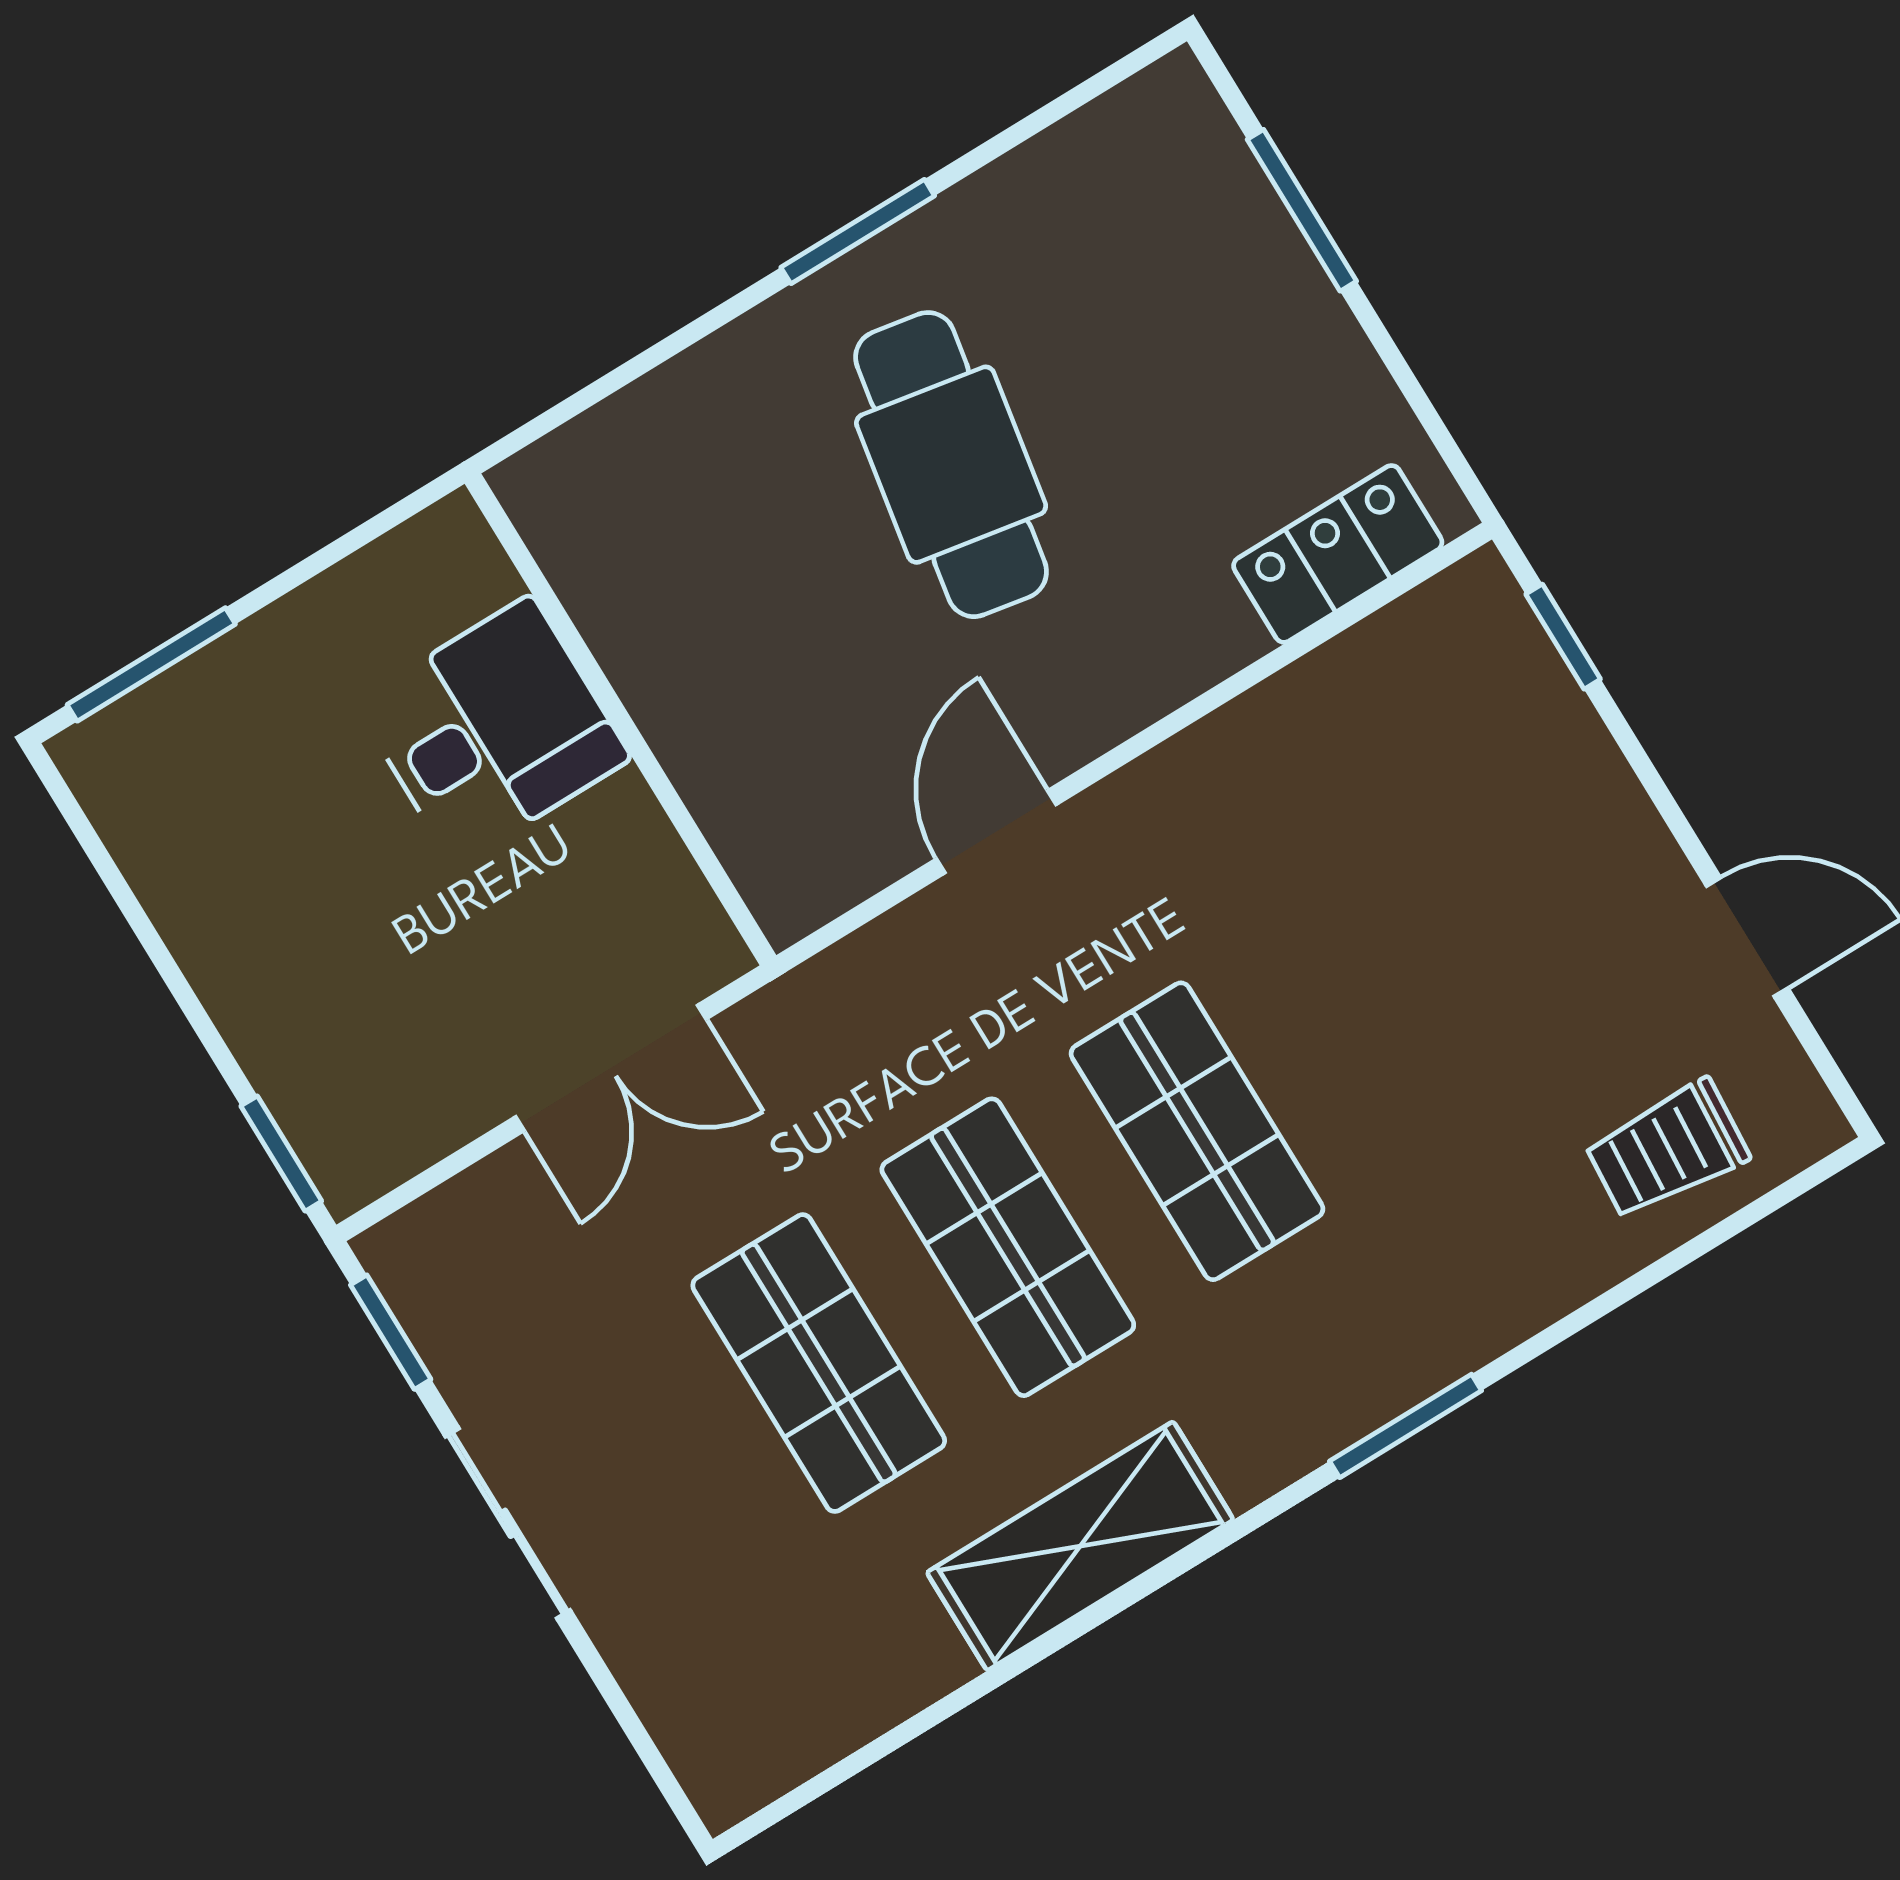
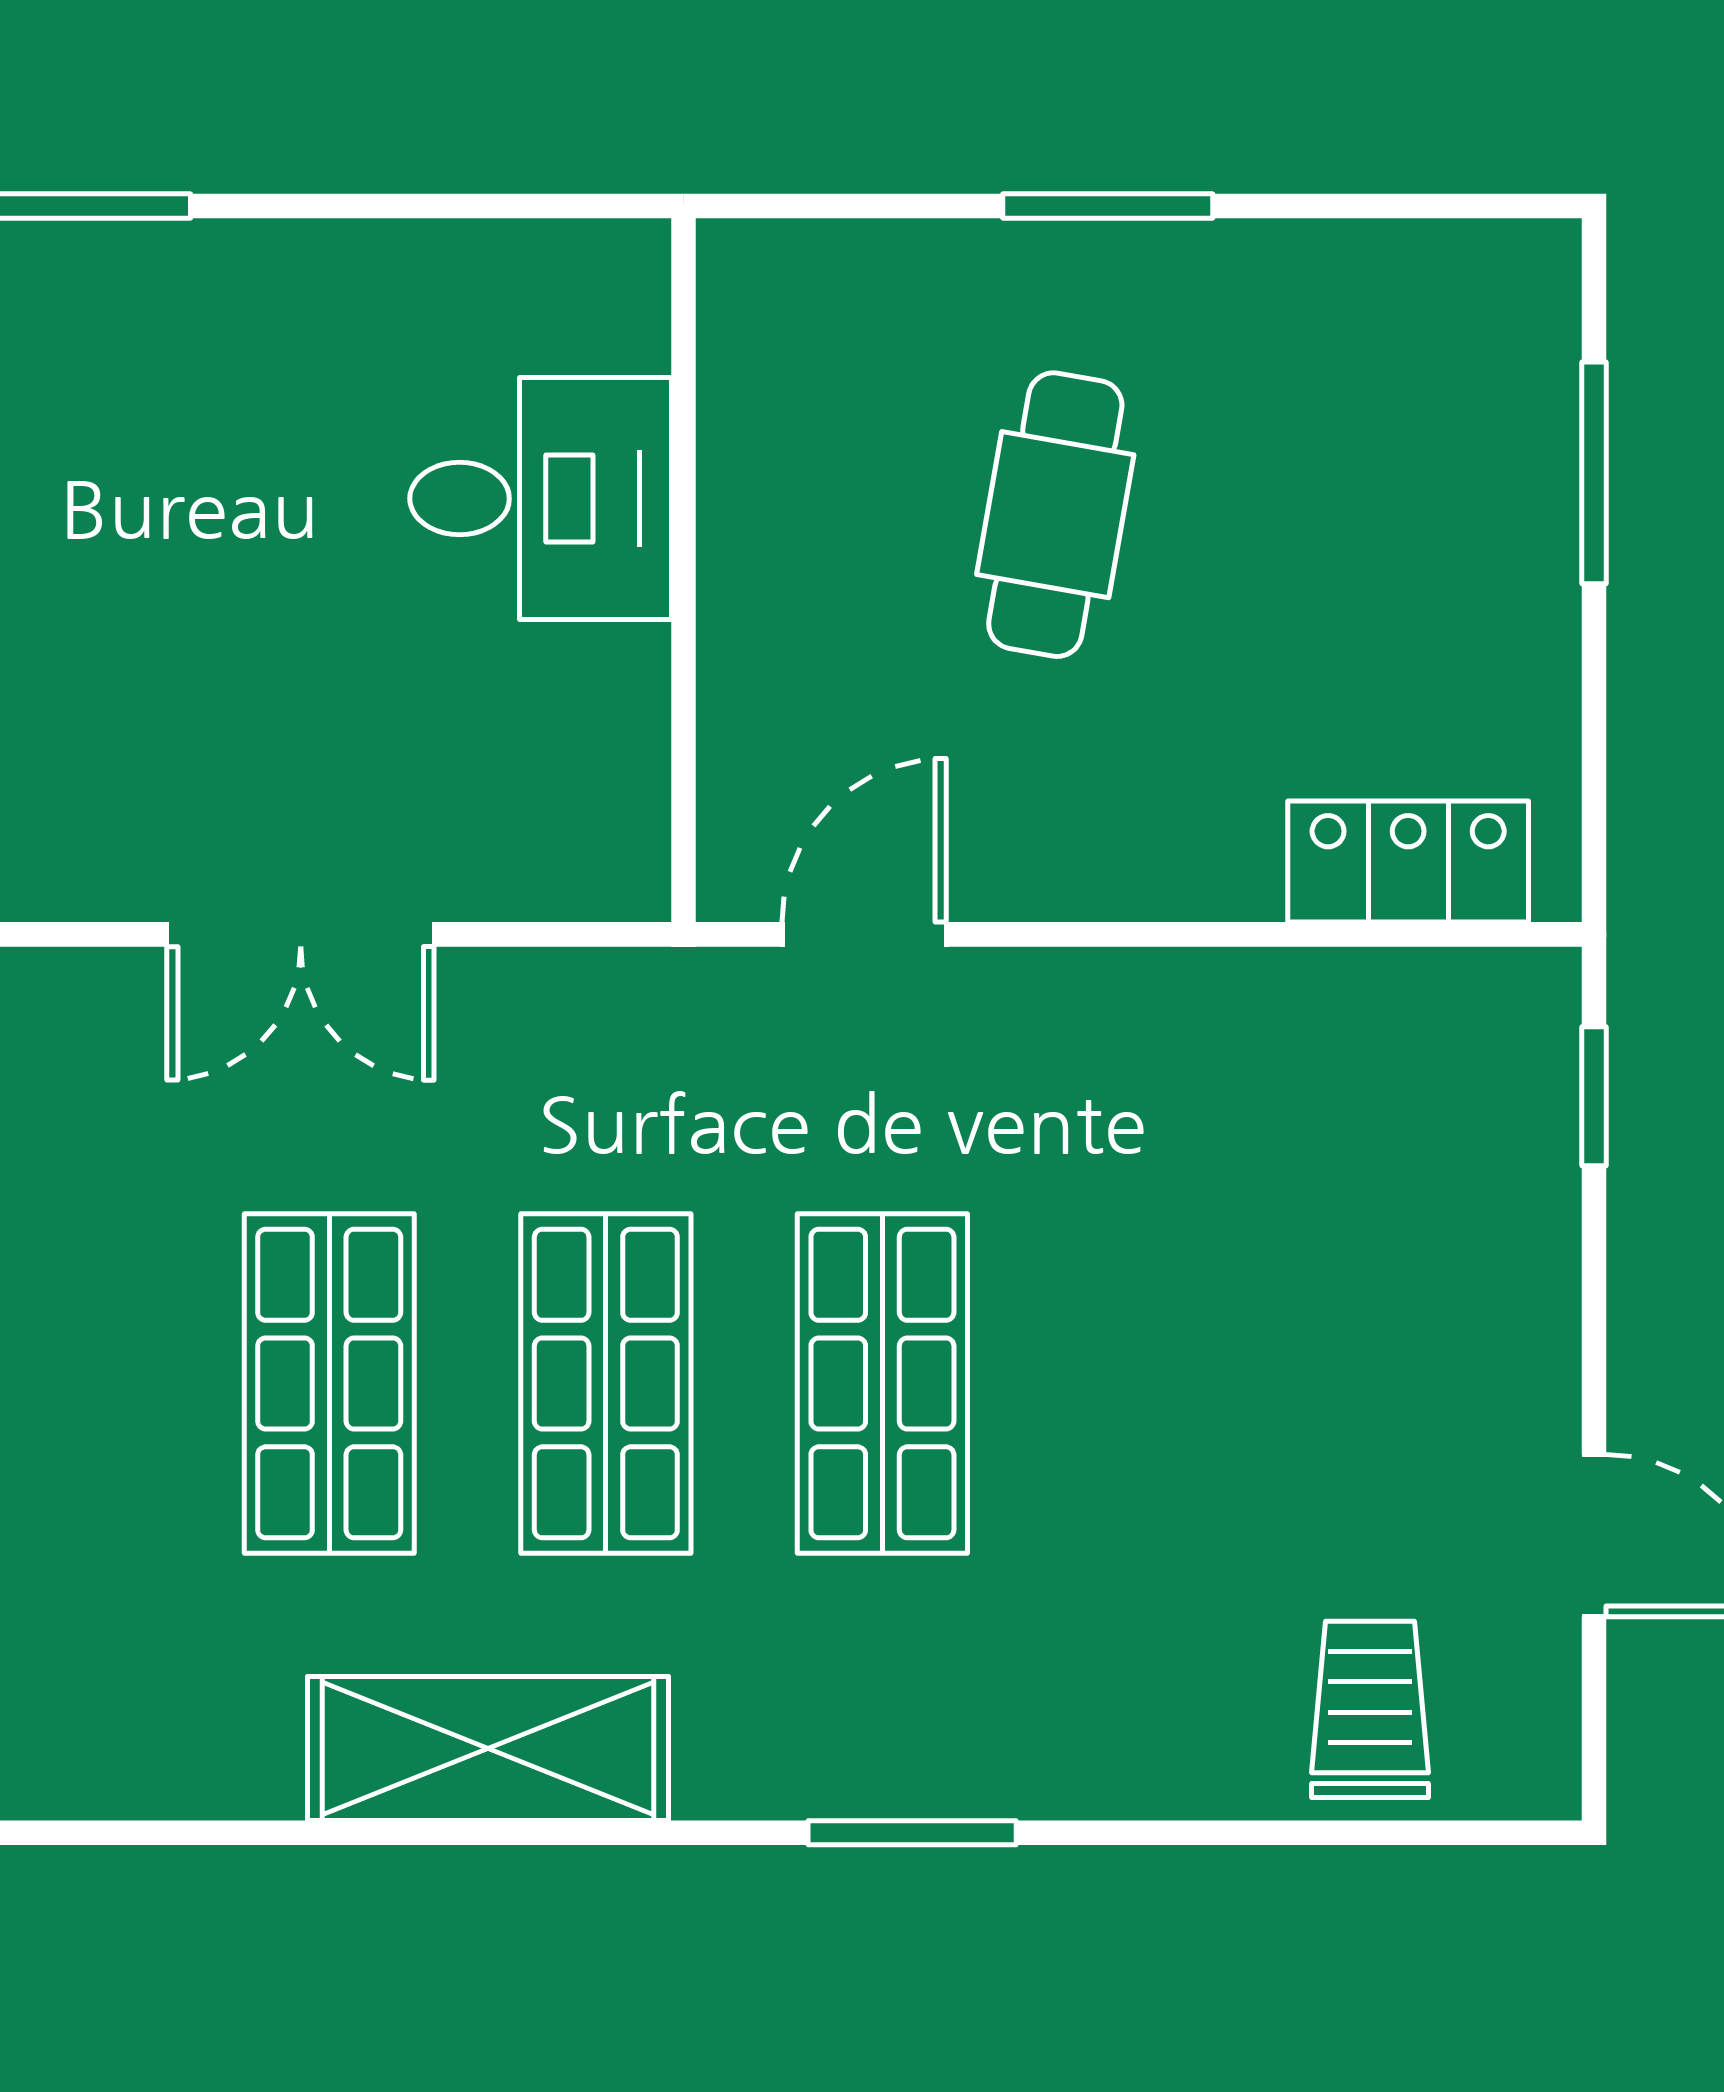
cafe table: (951, 465) -> (1055, 515), width x0.73, depth x0.74
wall: (620, 719) -> (683, 570), moved
desk: (493, 730) -> (541, 499), moved
trolley: (1667, 1150) -> (1370, 1709), turned 86

